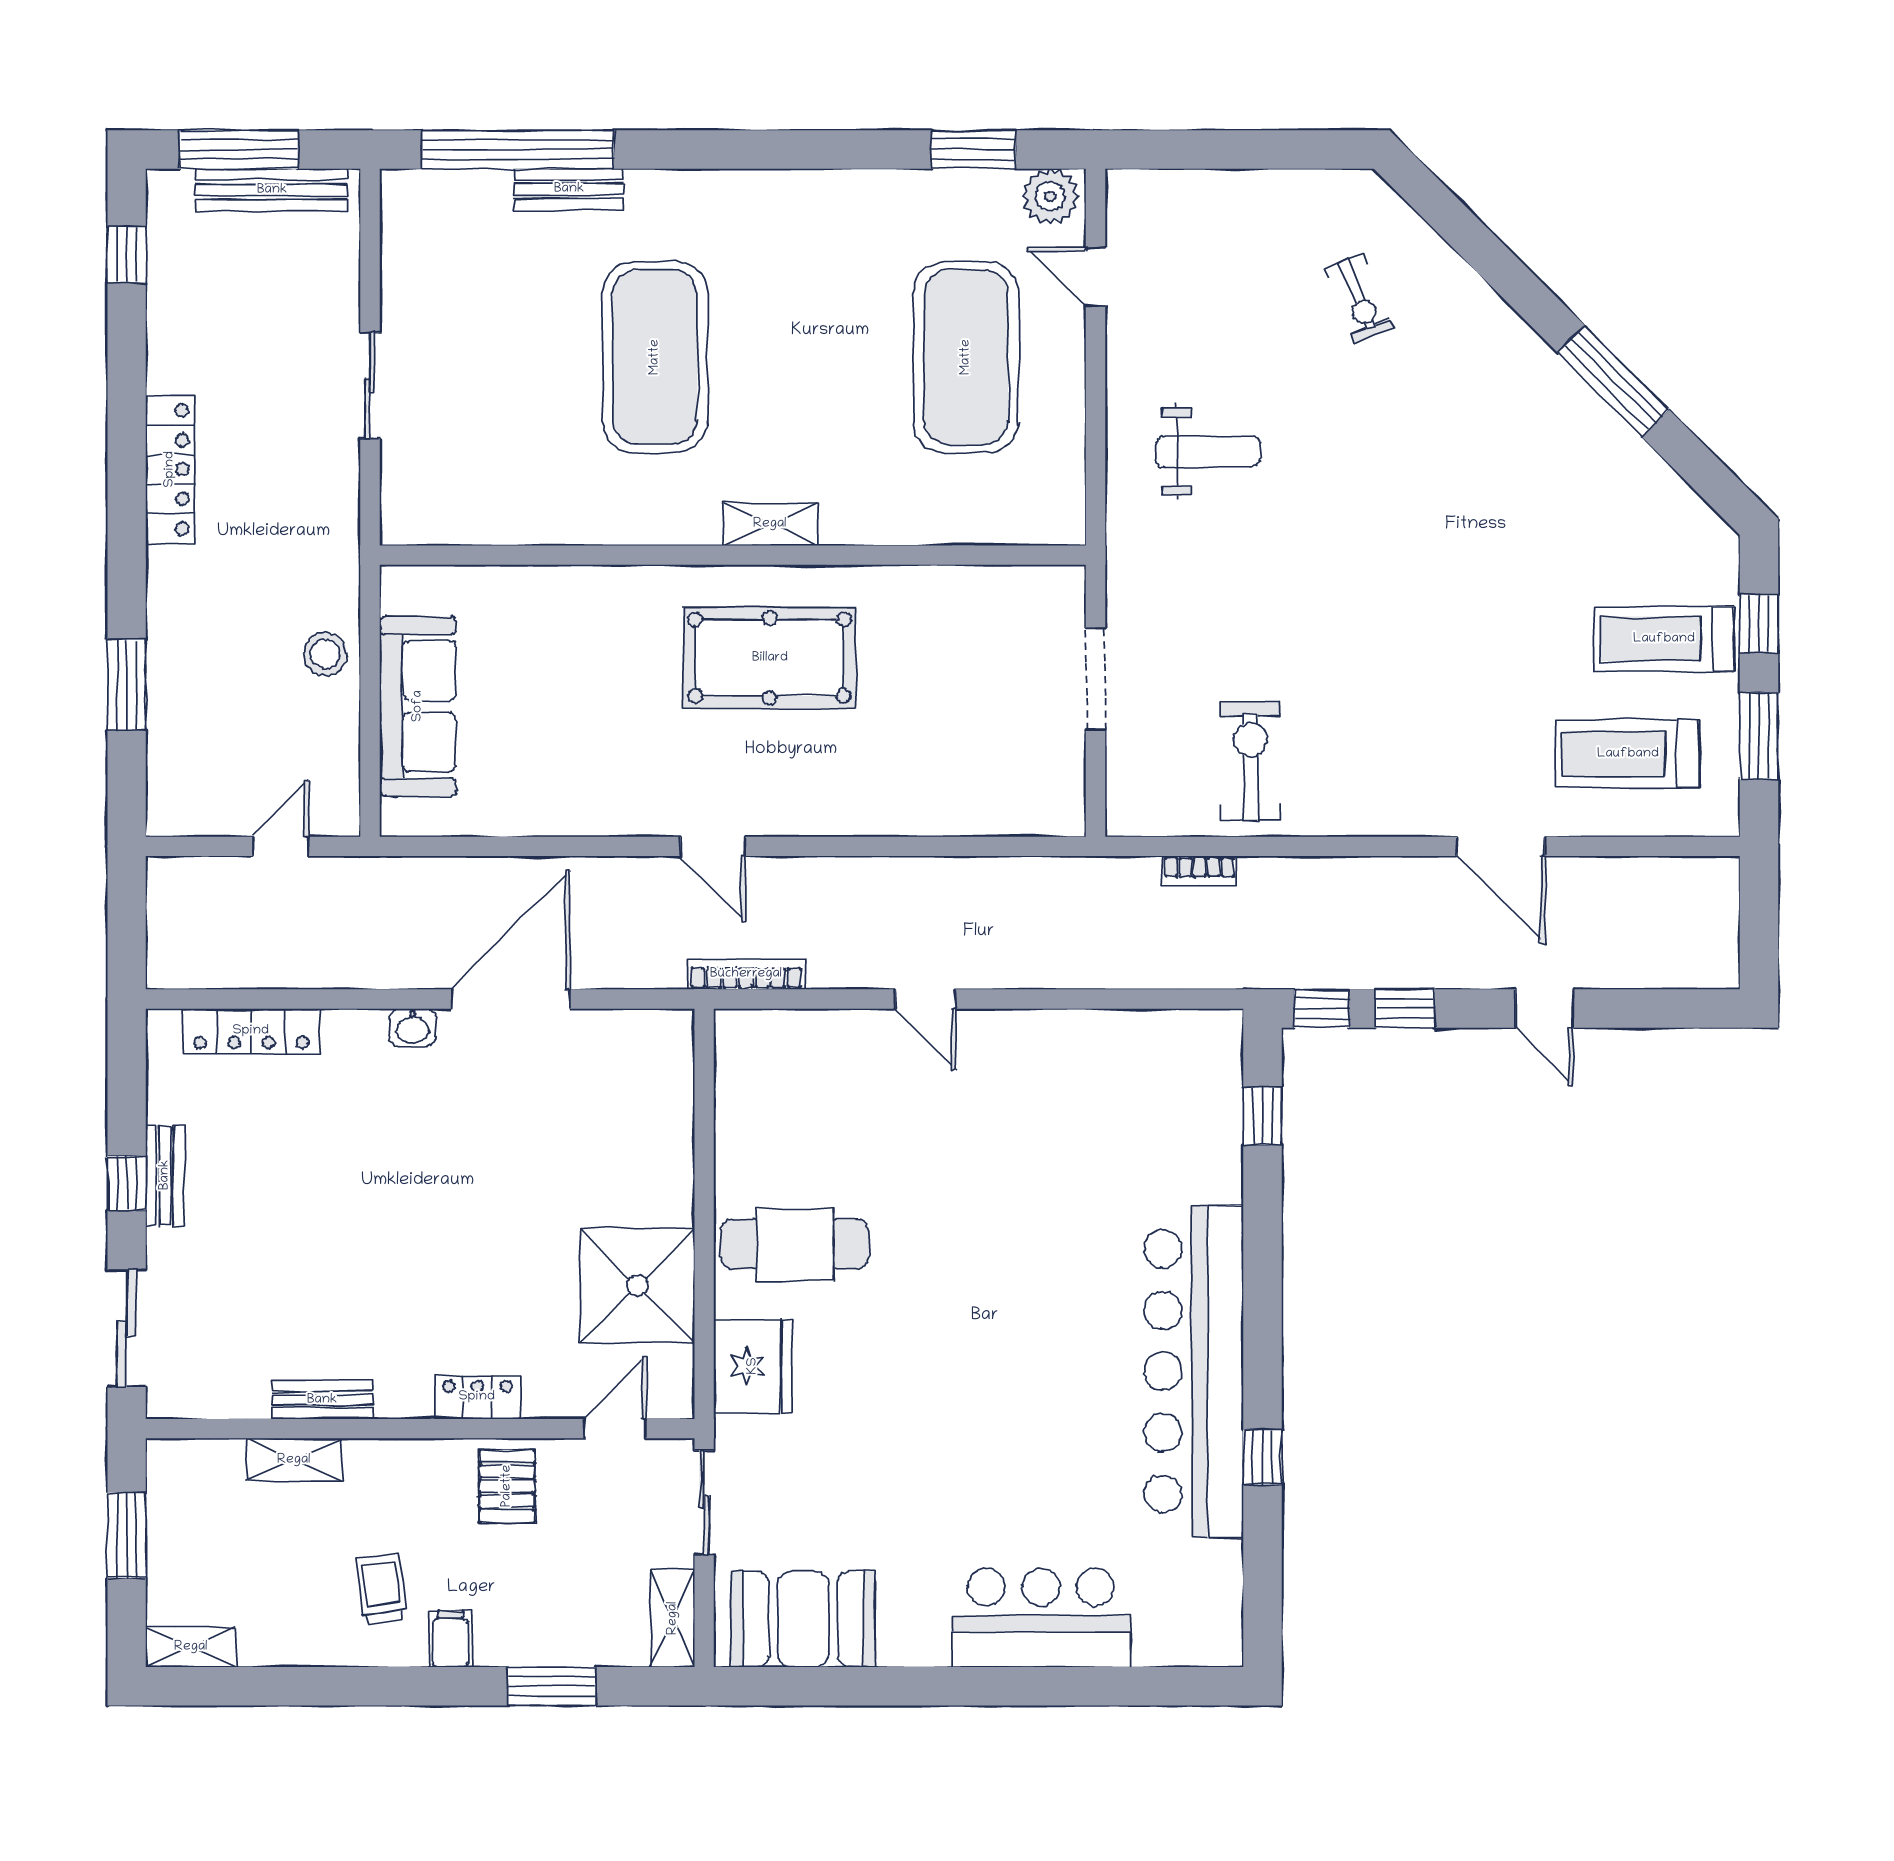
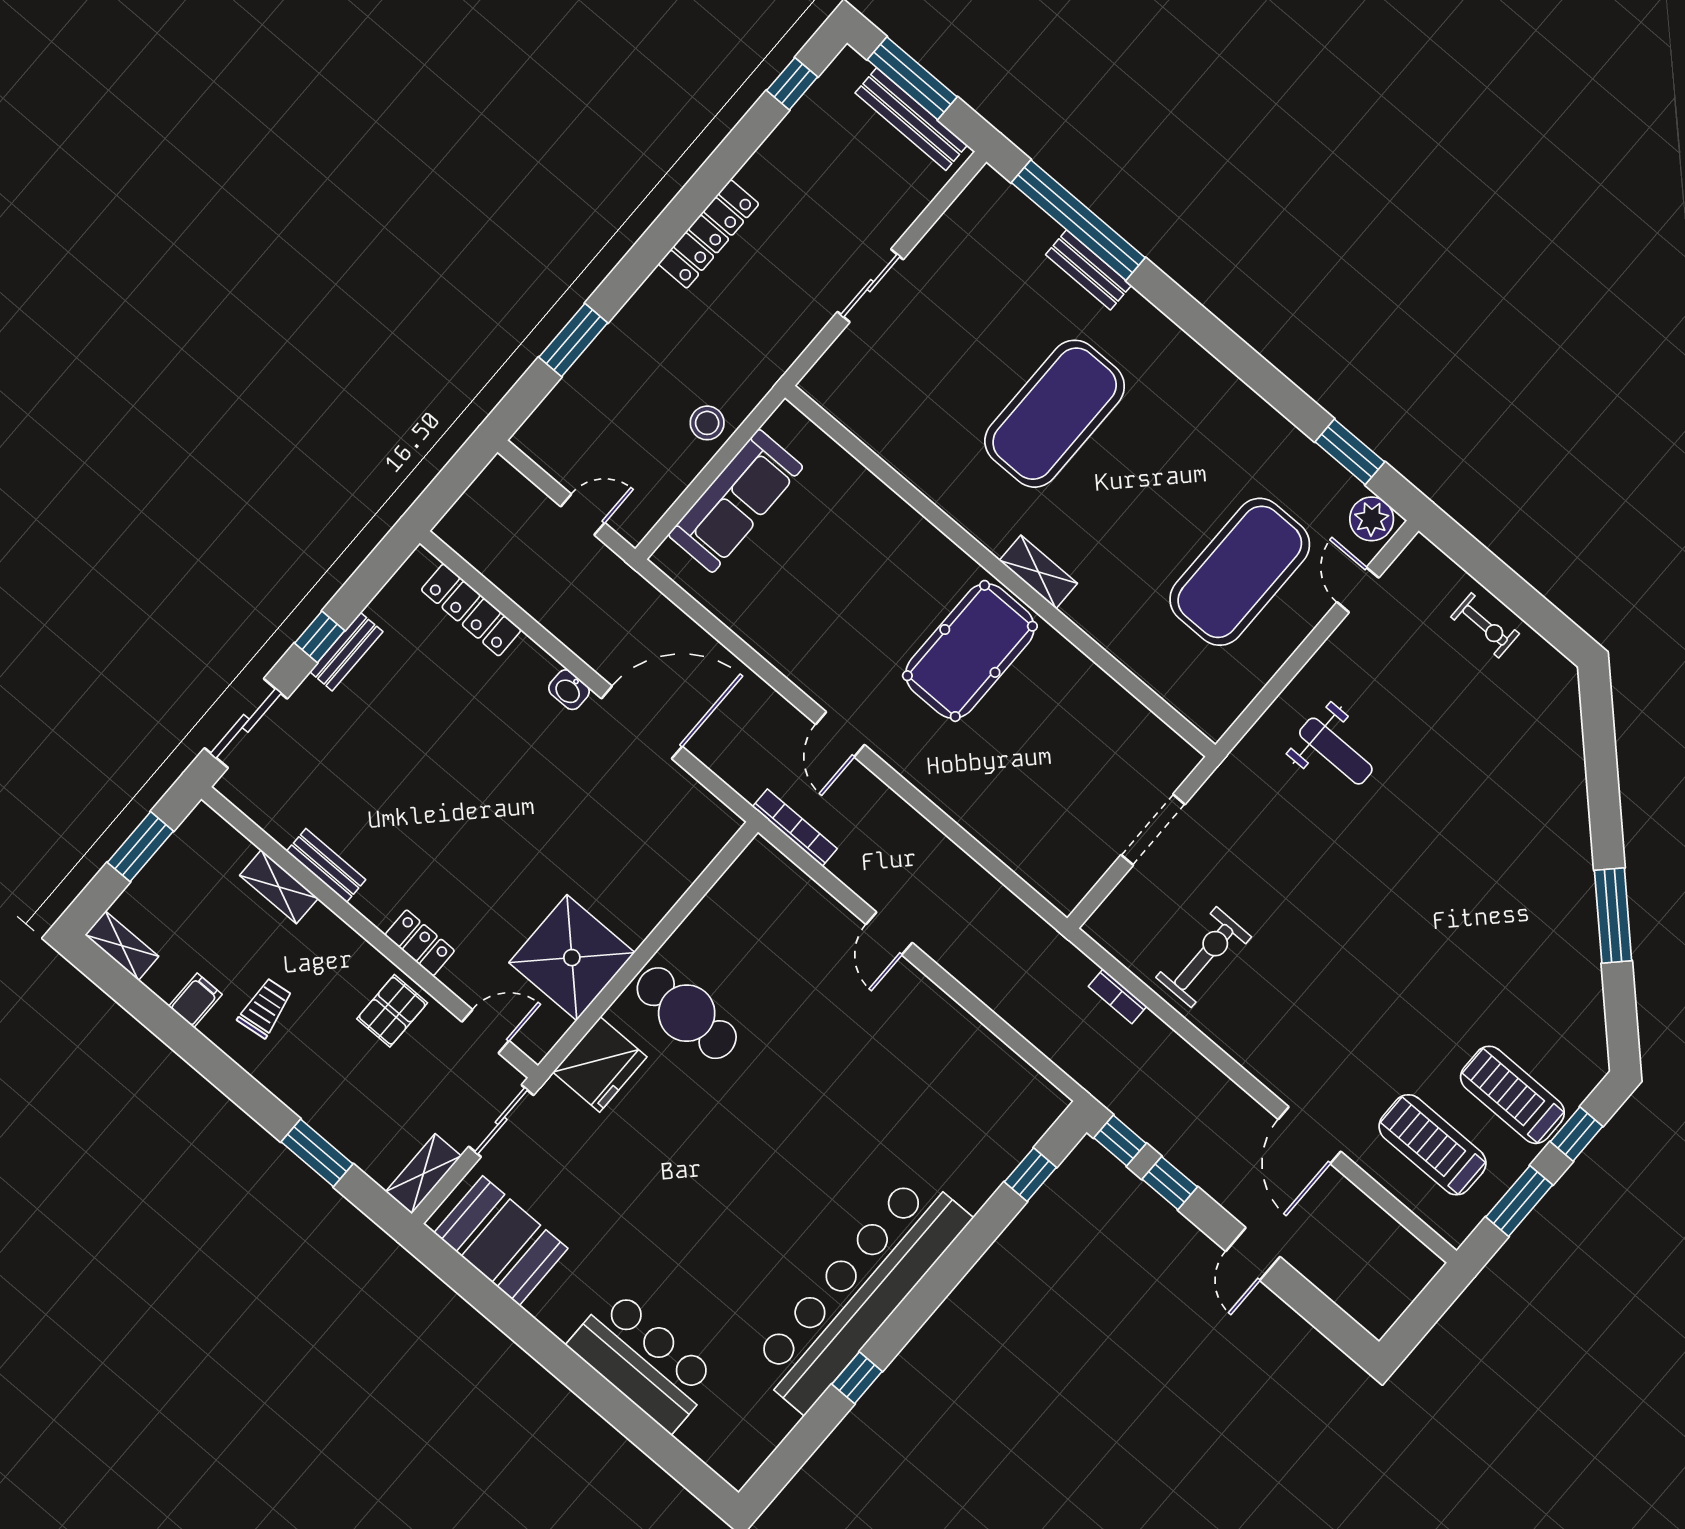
exercise bike: (1359, 298) -> (1485, 625), moved, turned -68
pool table: (770, 658) -> (970, 651), turned 90
filing cabinet: (450, 1639) -> (195, 1000), moved

